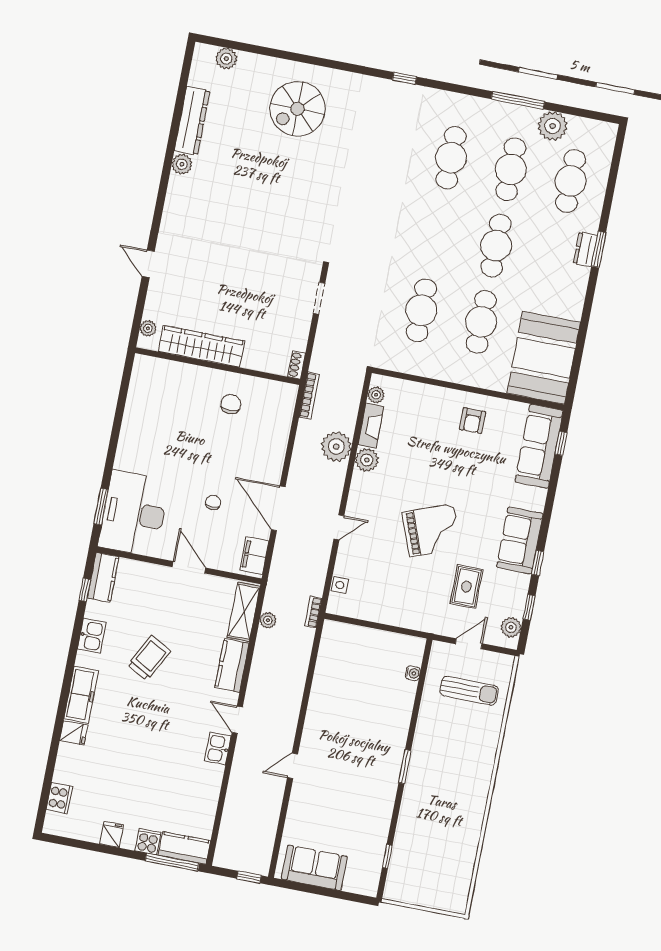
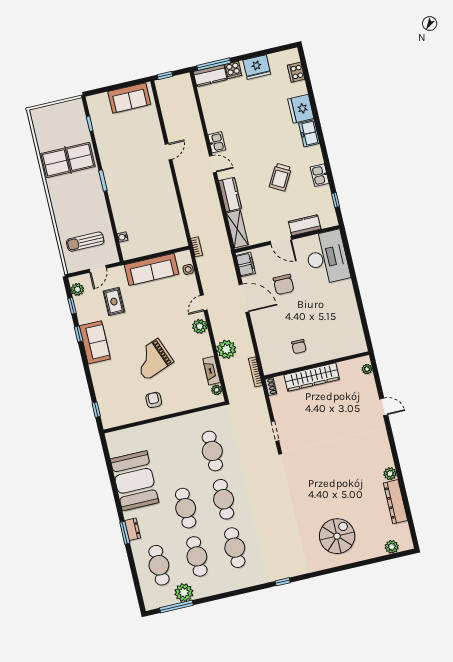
window: (518, 100) -> (176, 607), moved
cafe table: (481, 322) -> (224, 499), moved
wardrobe: (201, 346) -> (312, 377), moved
booth: (544, 358) -> (135, 481), moved
sofa: (539, 446) -> (151, 269), moved, turned 90
plant: (367, 460) -> (200, 326), moved
chair: (213, 502) -> (284, 285), width x1.87, depth x1.87
window: (101, 507) -> (348, 253), removed
grand piano: (431, 530) -> (152, 359), moved
kitchen counter: (103, 577) -> (305, 225), moved, turned 90
plant: (268, 620) -> (221, 230), removed
freezer: (81, 695) -> (309, 133), width x0.71
fridge: (74, 733) -> (301, 109), width x1.88, depth x1.34
table tennis table: (441, 818) -> (68, 160), added
fridge: (112, 834) -> (257, 67), width x1.88, depth x1.34

